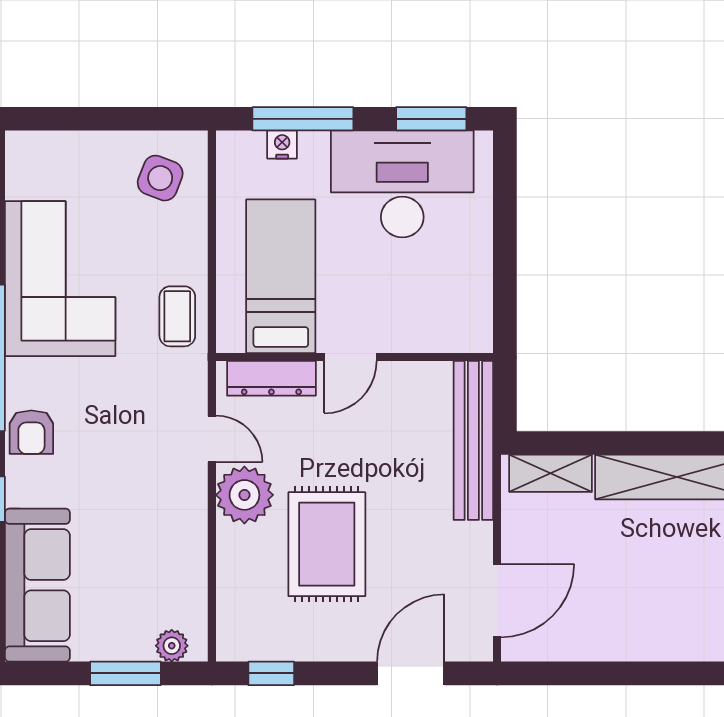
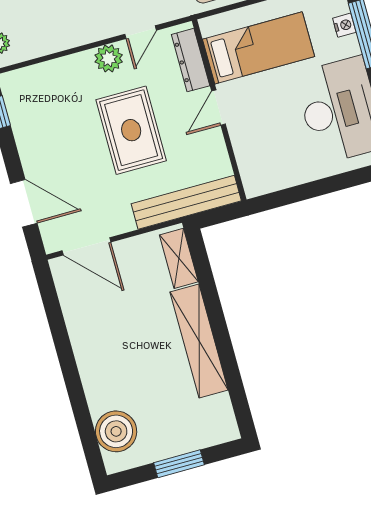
door: (350, 357) -> (218, 108), hinge flipped
plant: (244, 495) -> (109, 58), width x0.73, depth x0.73
rug: (327, 544) -> (131, 130), moved, turned 90

